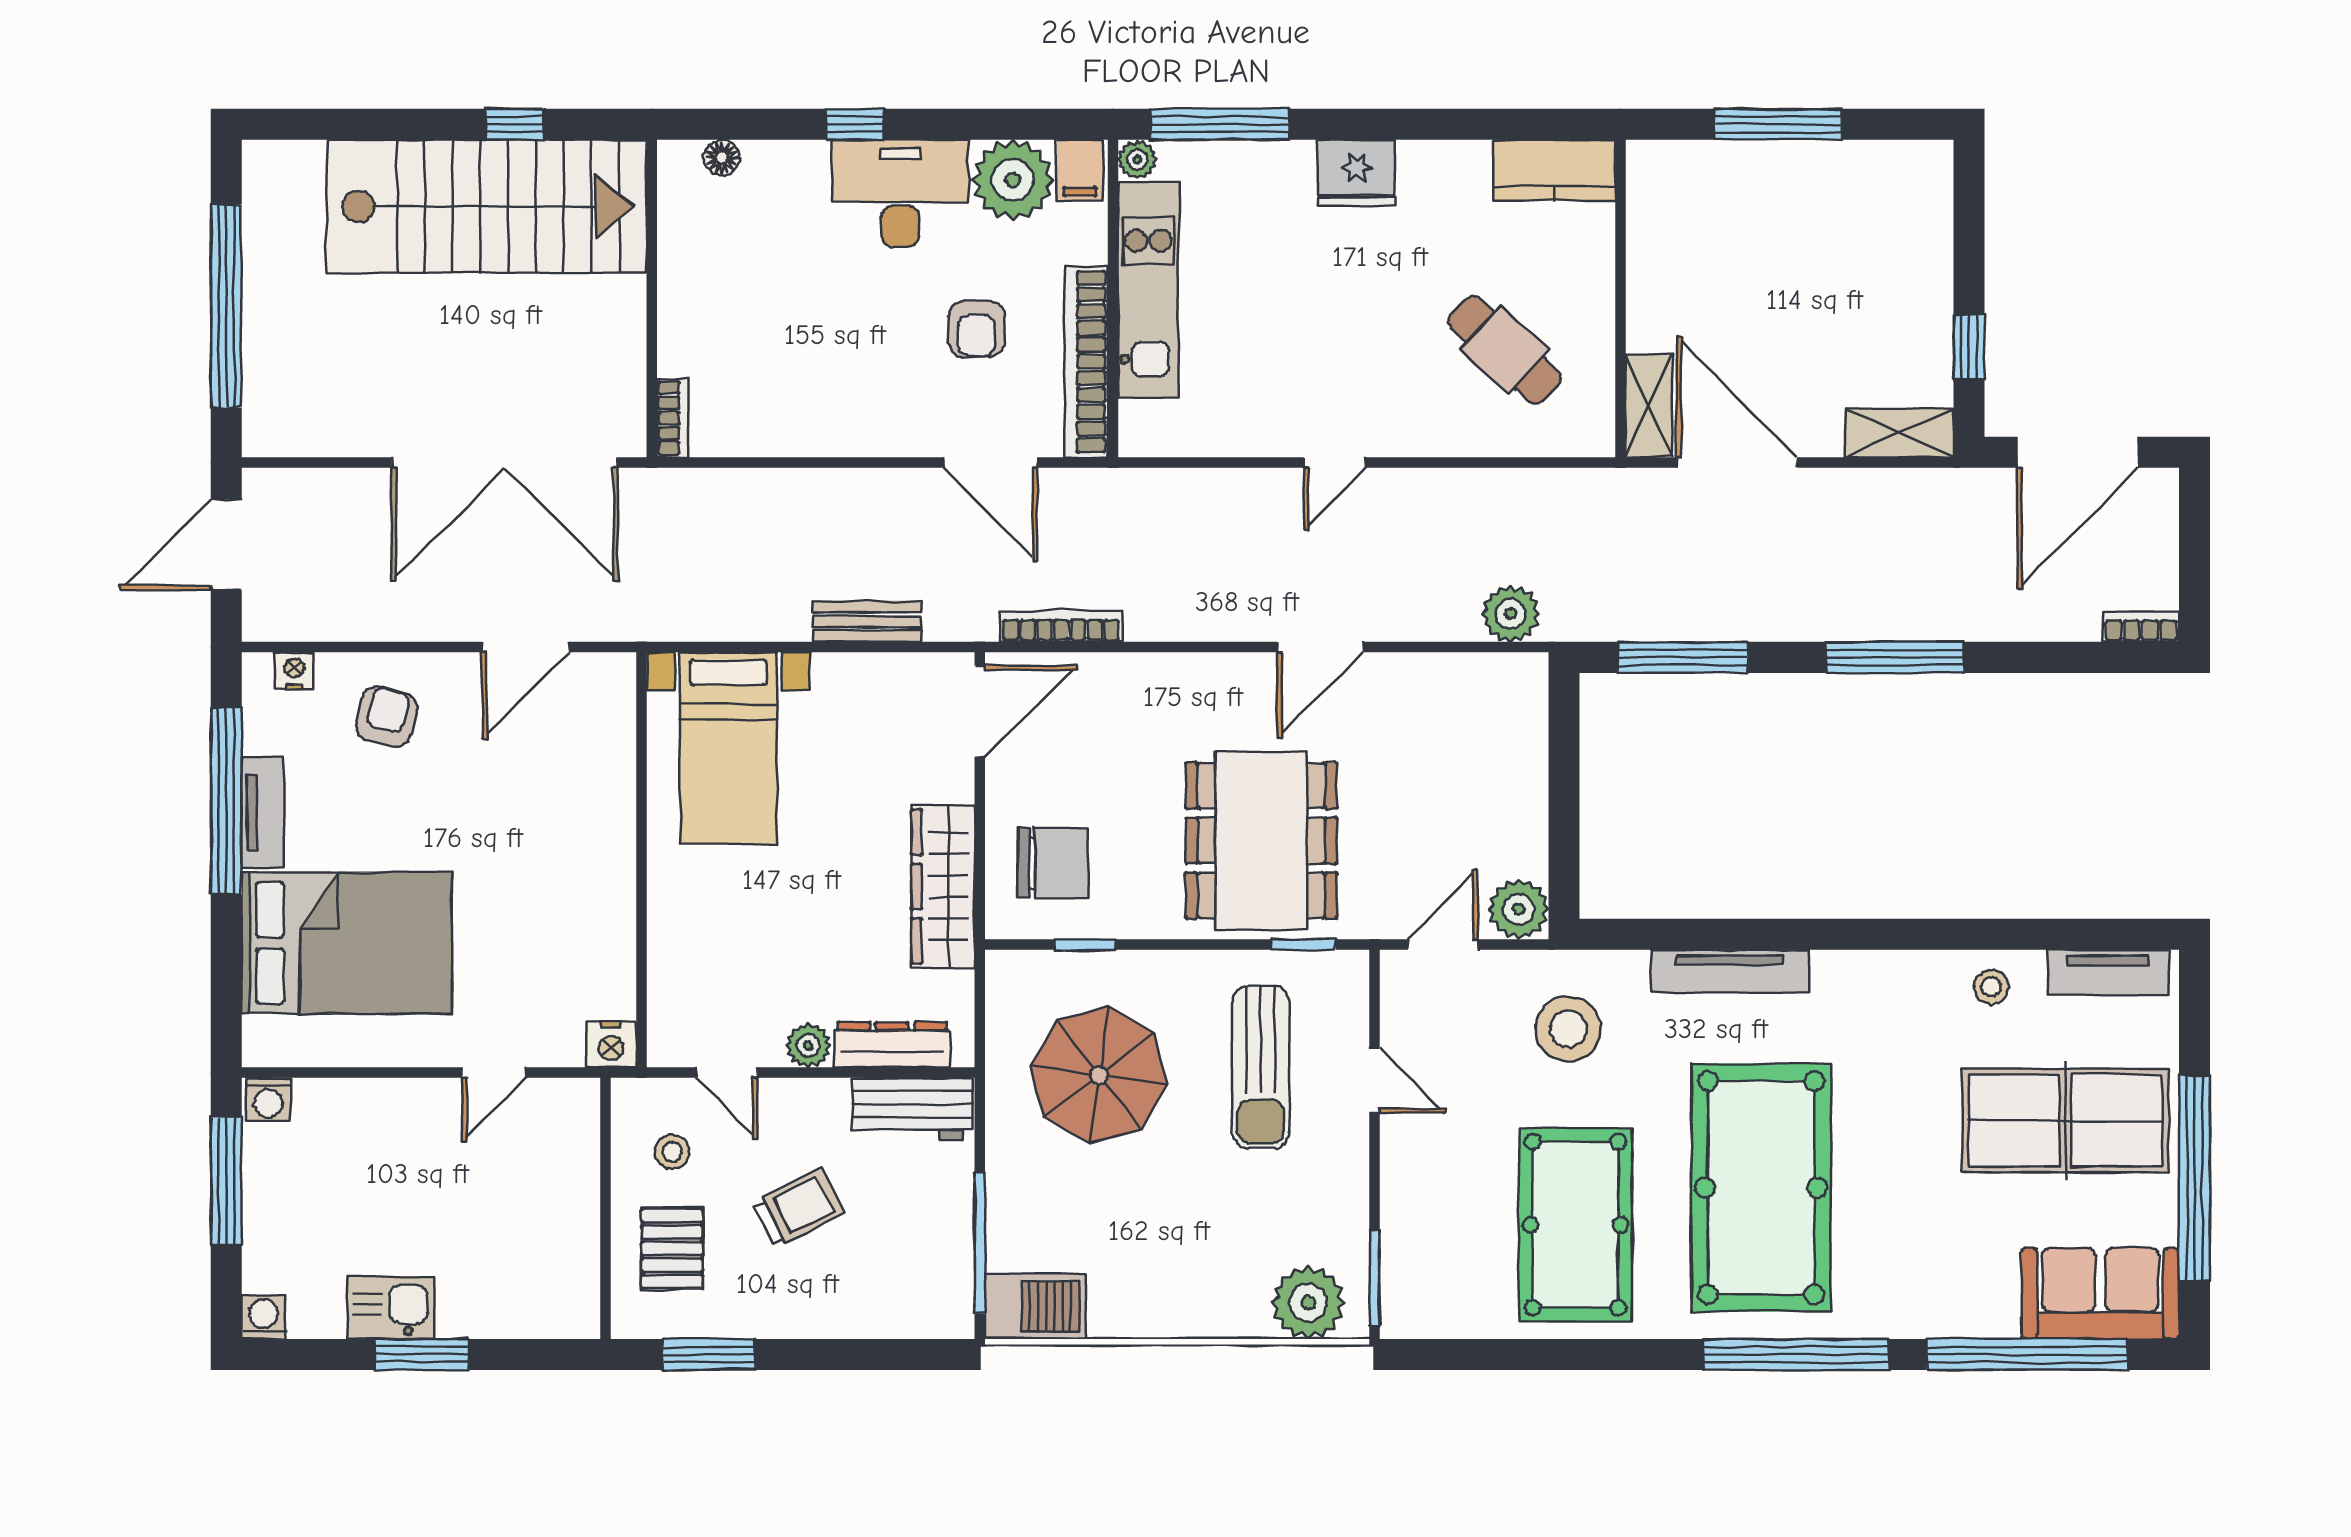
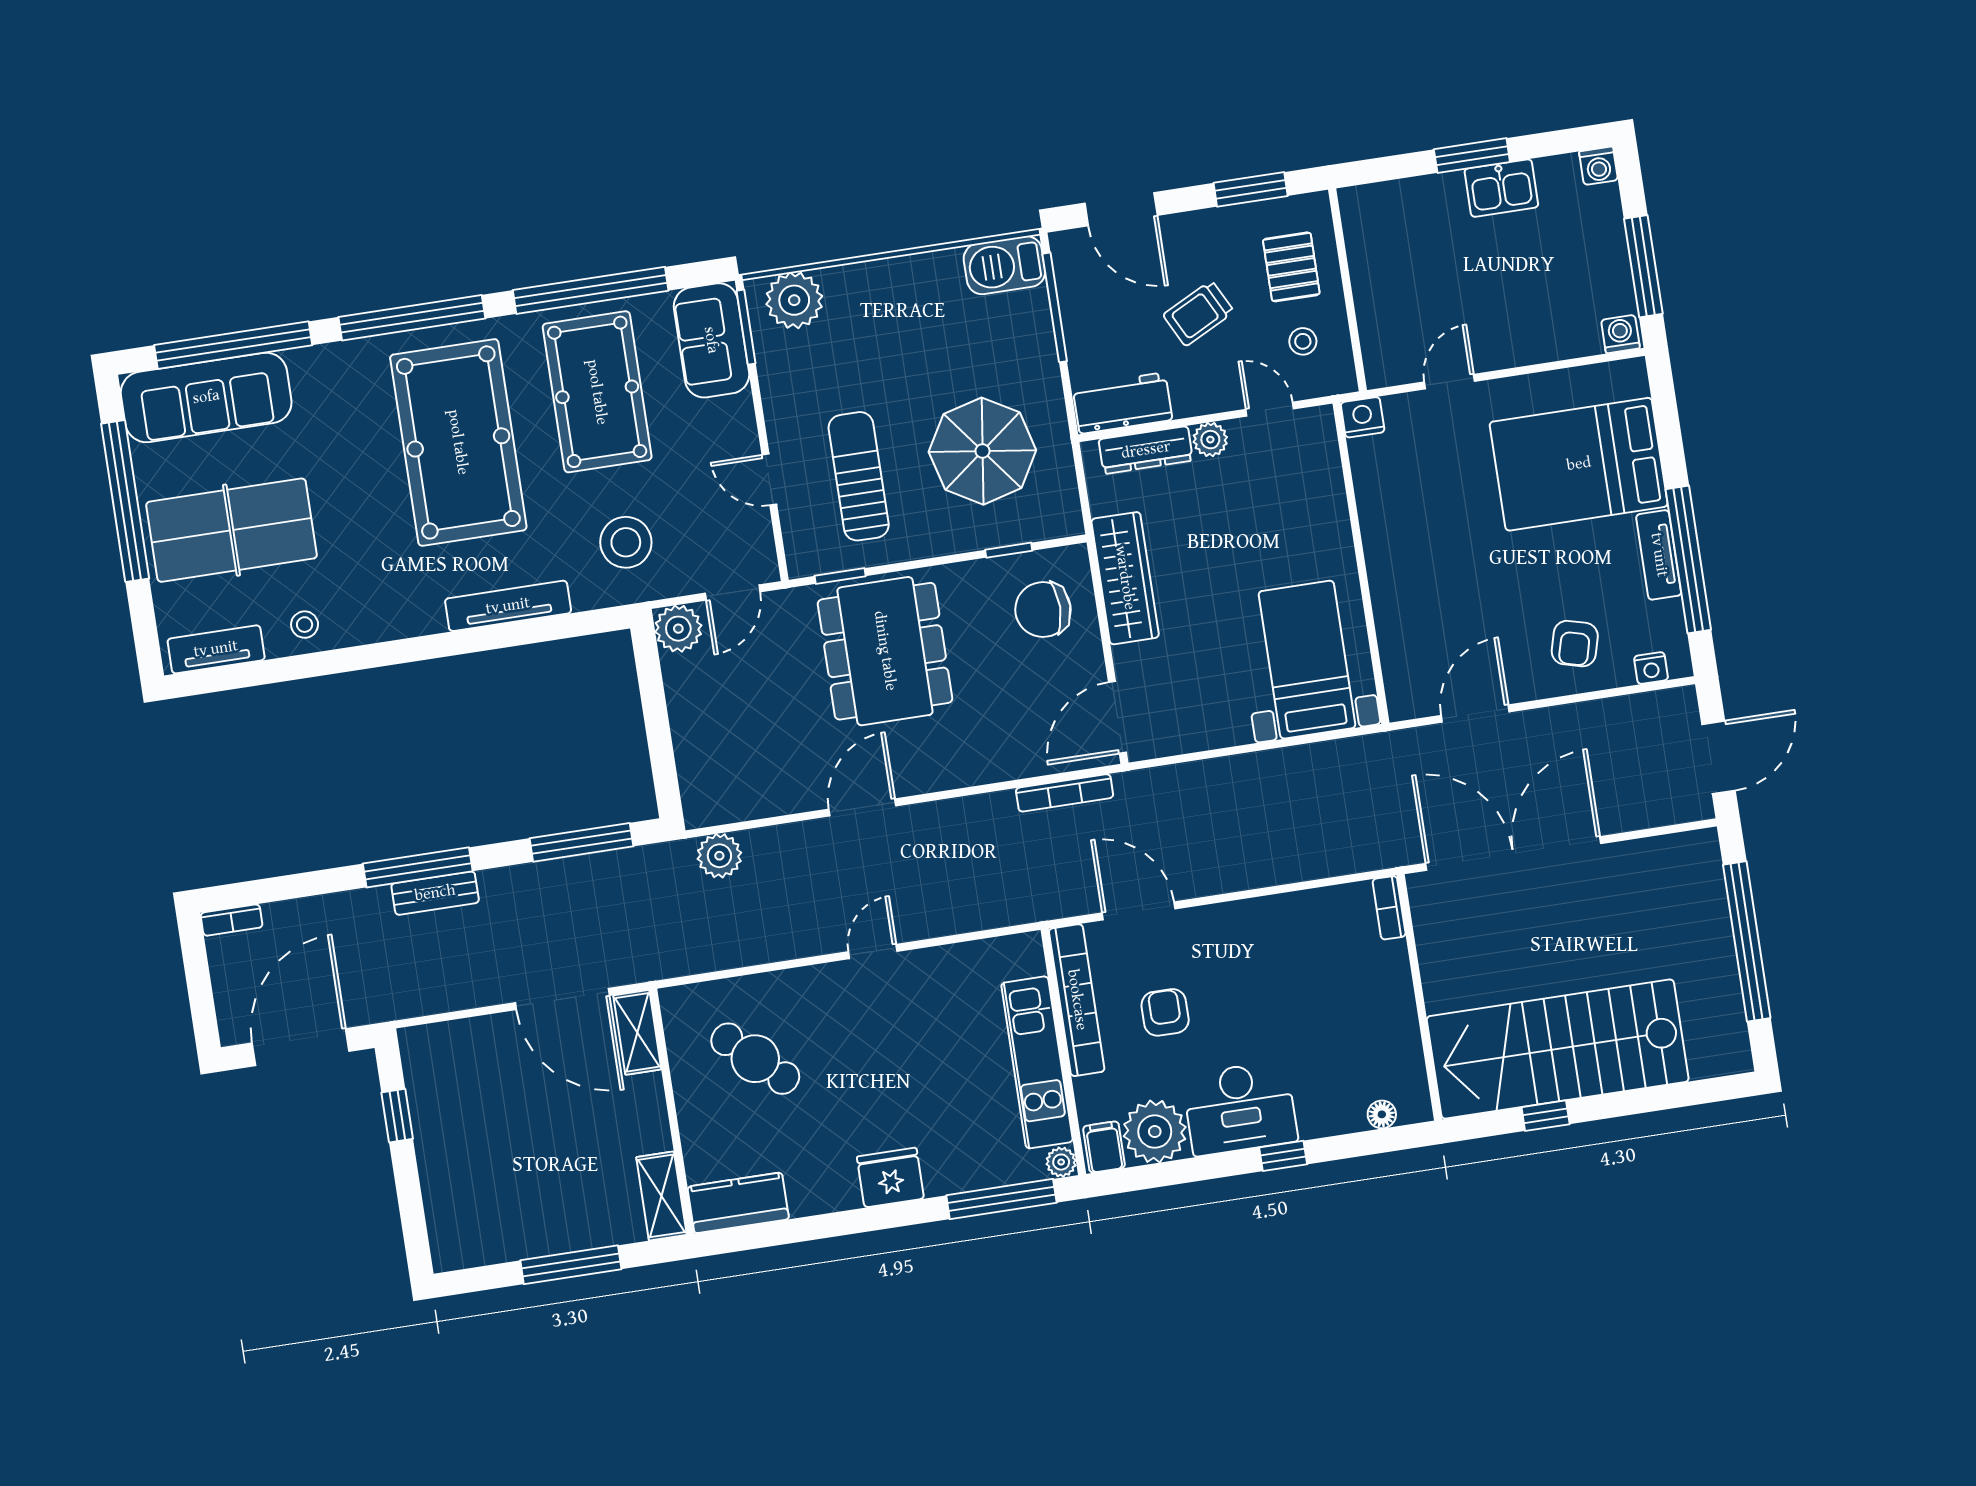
shelving: (1899, 433) -> (661, 1196), moved, turned 90
bench: (867, 621) -> (435, 893), moved
sofa: (1421, 1268) -> (711, 340), added
sofa: (2100, 1293) -> (206, 397), width x1.36
door: (877, 1355) -> (1121, 209), added
window: (1564, 1355) -> (591, 290), added

